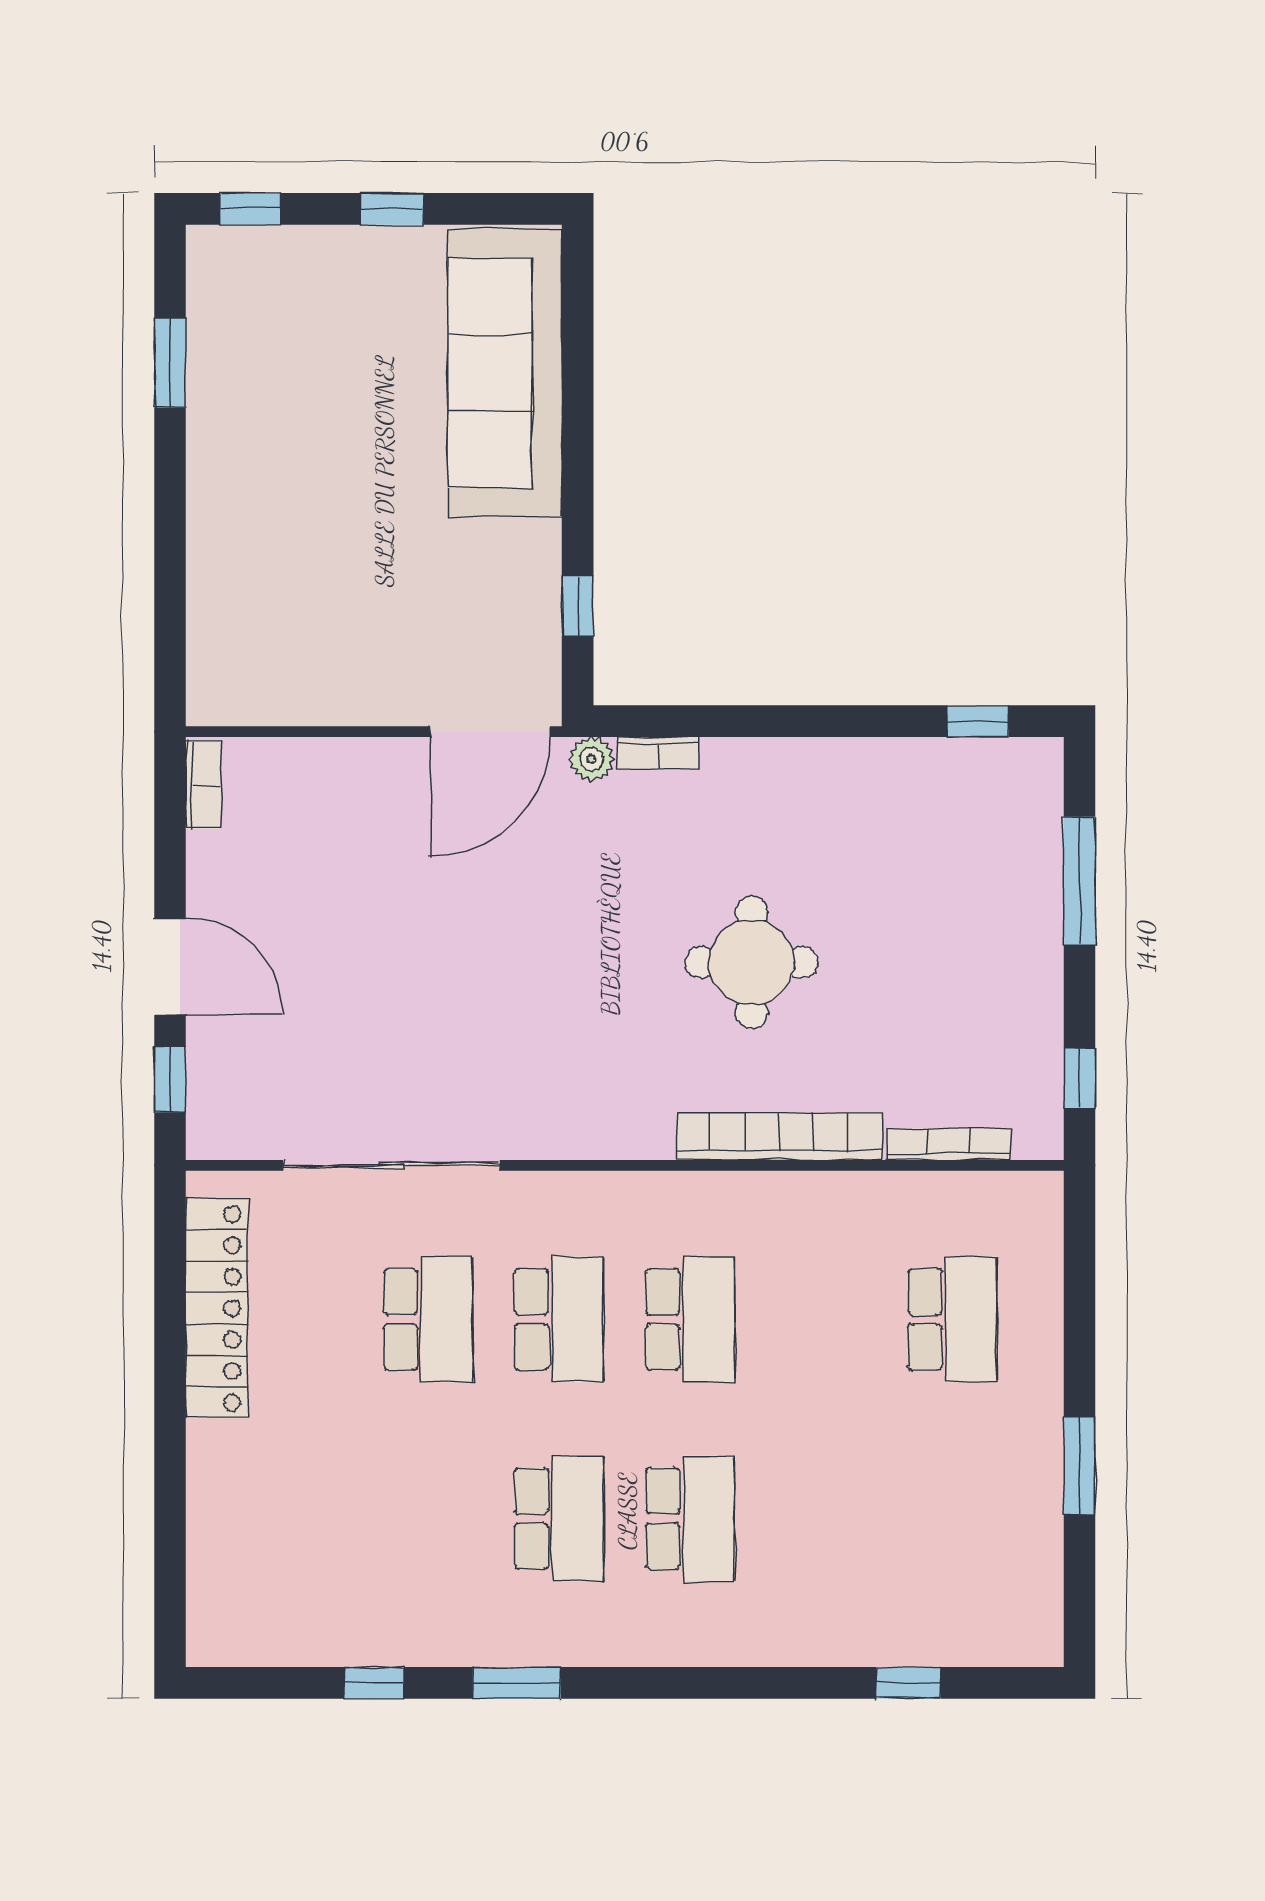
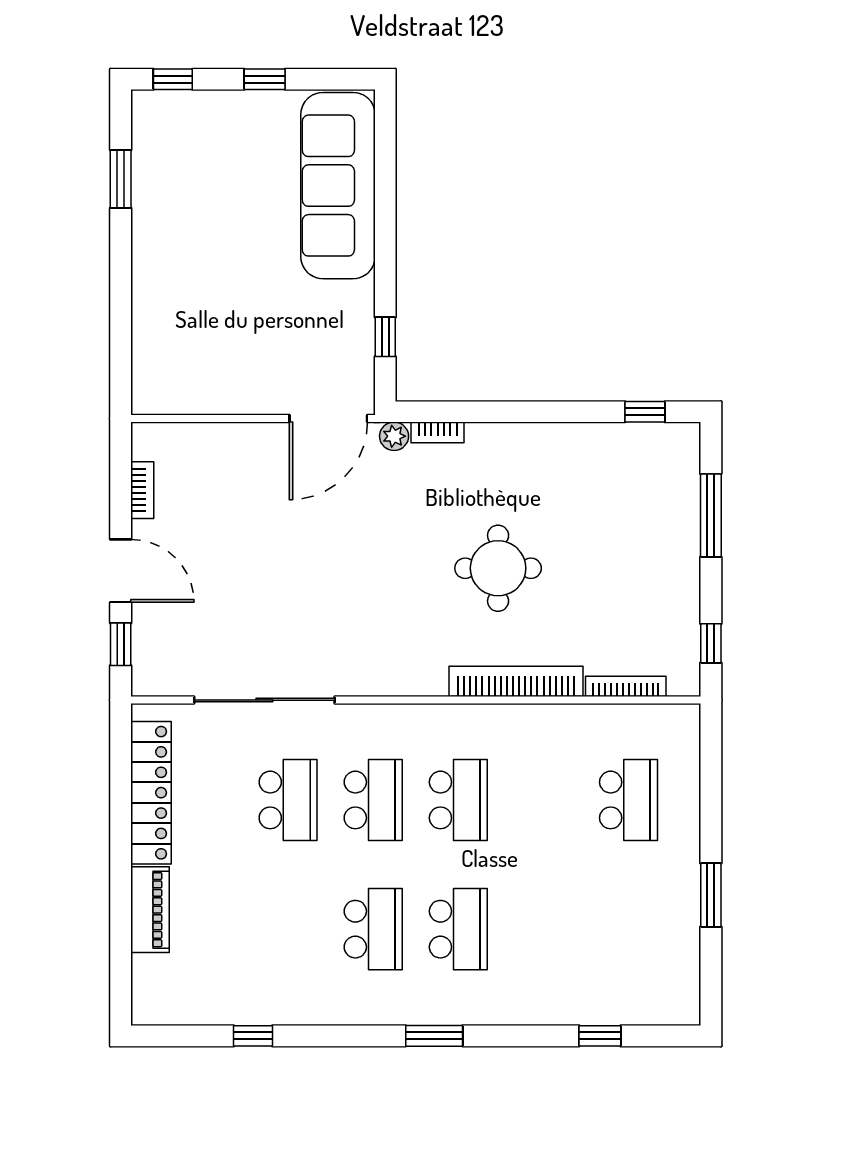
bookcase: (203, 785) -> (142, 490), moved
piano: (215, 1488) -> (150, 910), added
window: (517, 1683) -> (434, 1036), moved

